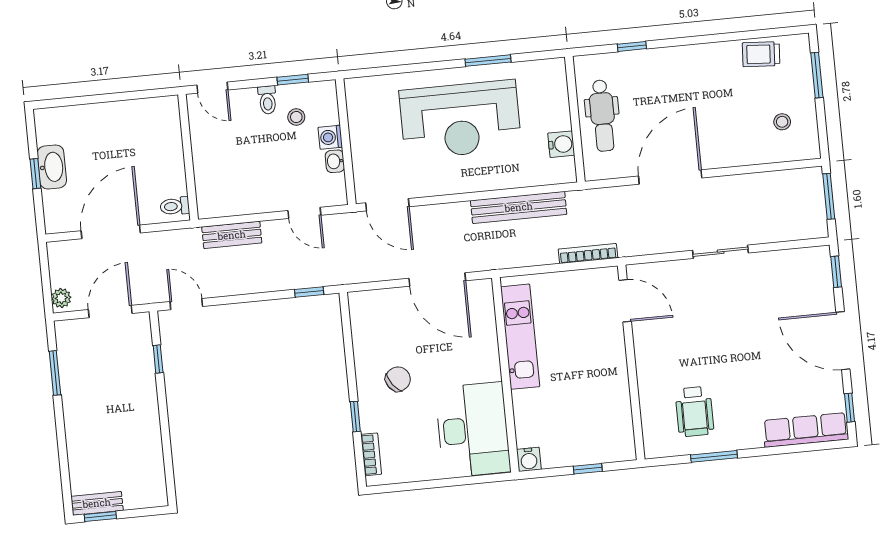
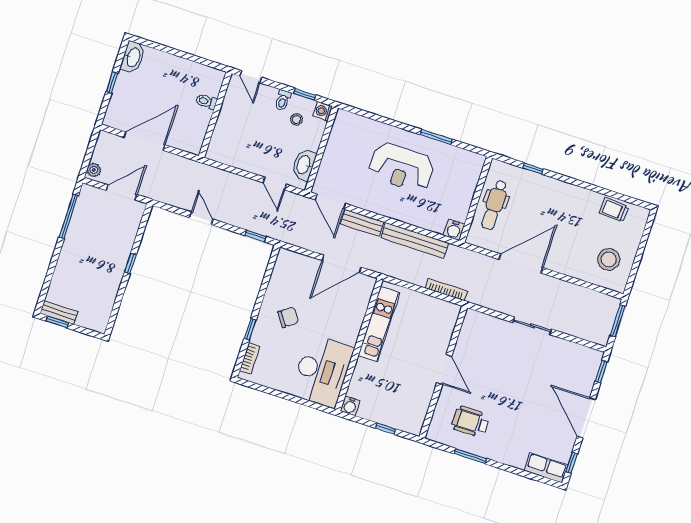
window: (817, 75) -> (644, 239), removed
reception desk: (460, 120) -> (402, 167), width x0.74, depth x0.77
stool: (782, 122) -> (609, 259), width x1.89, depth x1.89
washing machine: (330, 137) -> (323, 111), moved
water cooler: (561, 144) -> (454, 230), moved, turned 90
washbasin: (335, 161) -> (304, 165), width x1.91, depth x1.45
washbasin: (52, 167) -> (133, 57), moved
toilet: (175, 206) -> (206, 102), moved
bench: (232, 235) -> (362, 223), moved
door: (437, 279) -> (342, 264), hinge flipped
door: (625, 301) -> (444, 369), moved
door: (186, 304) -> (201, 218), moved
window: (158, 359) -> (130, 263), moved
window: (55, 373) -> (69, 216), width x1.44
wheelchair: (695, 412) -> (470, 422), turned 90
row of seats: (806, 430) -> (546, 468), width x0.68

